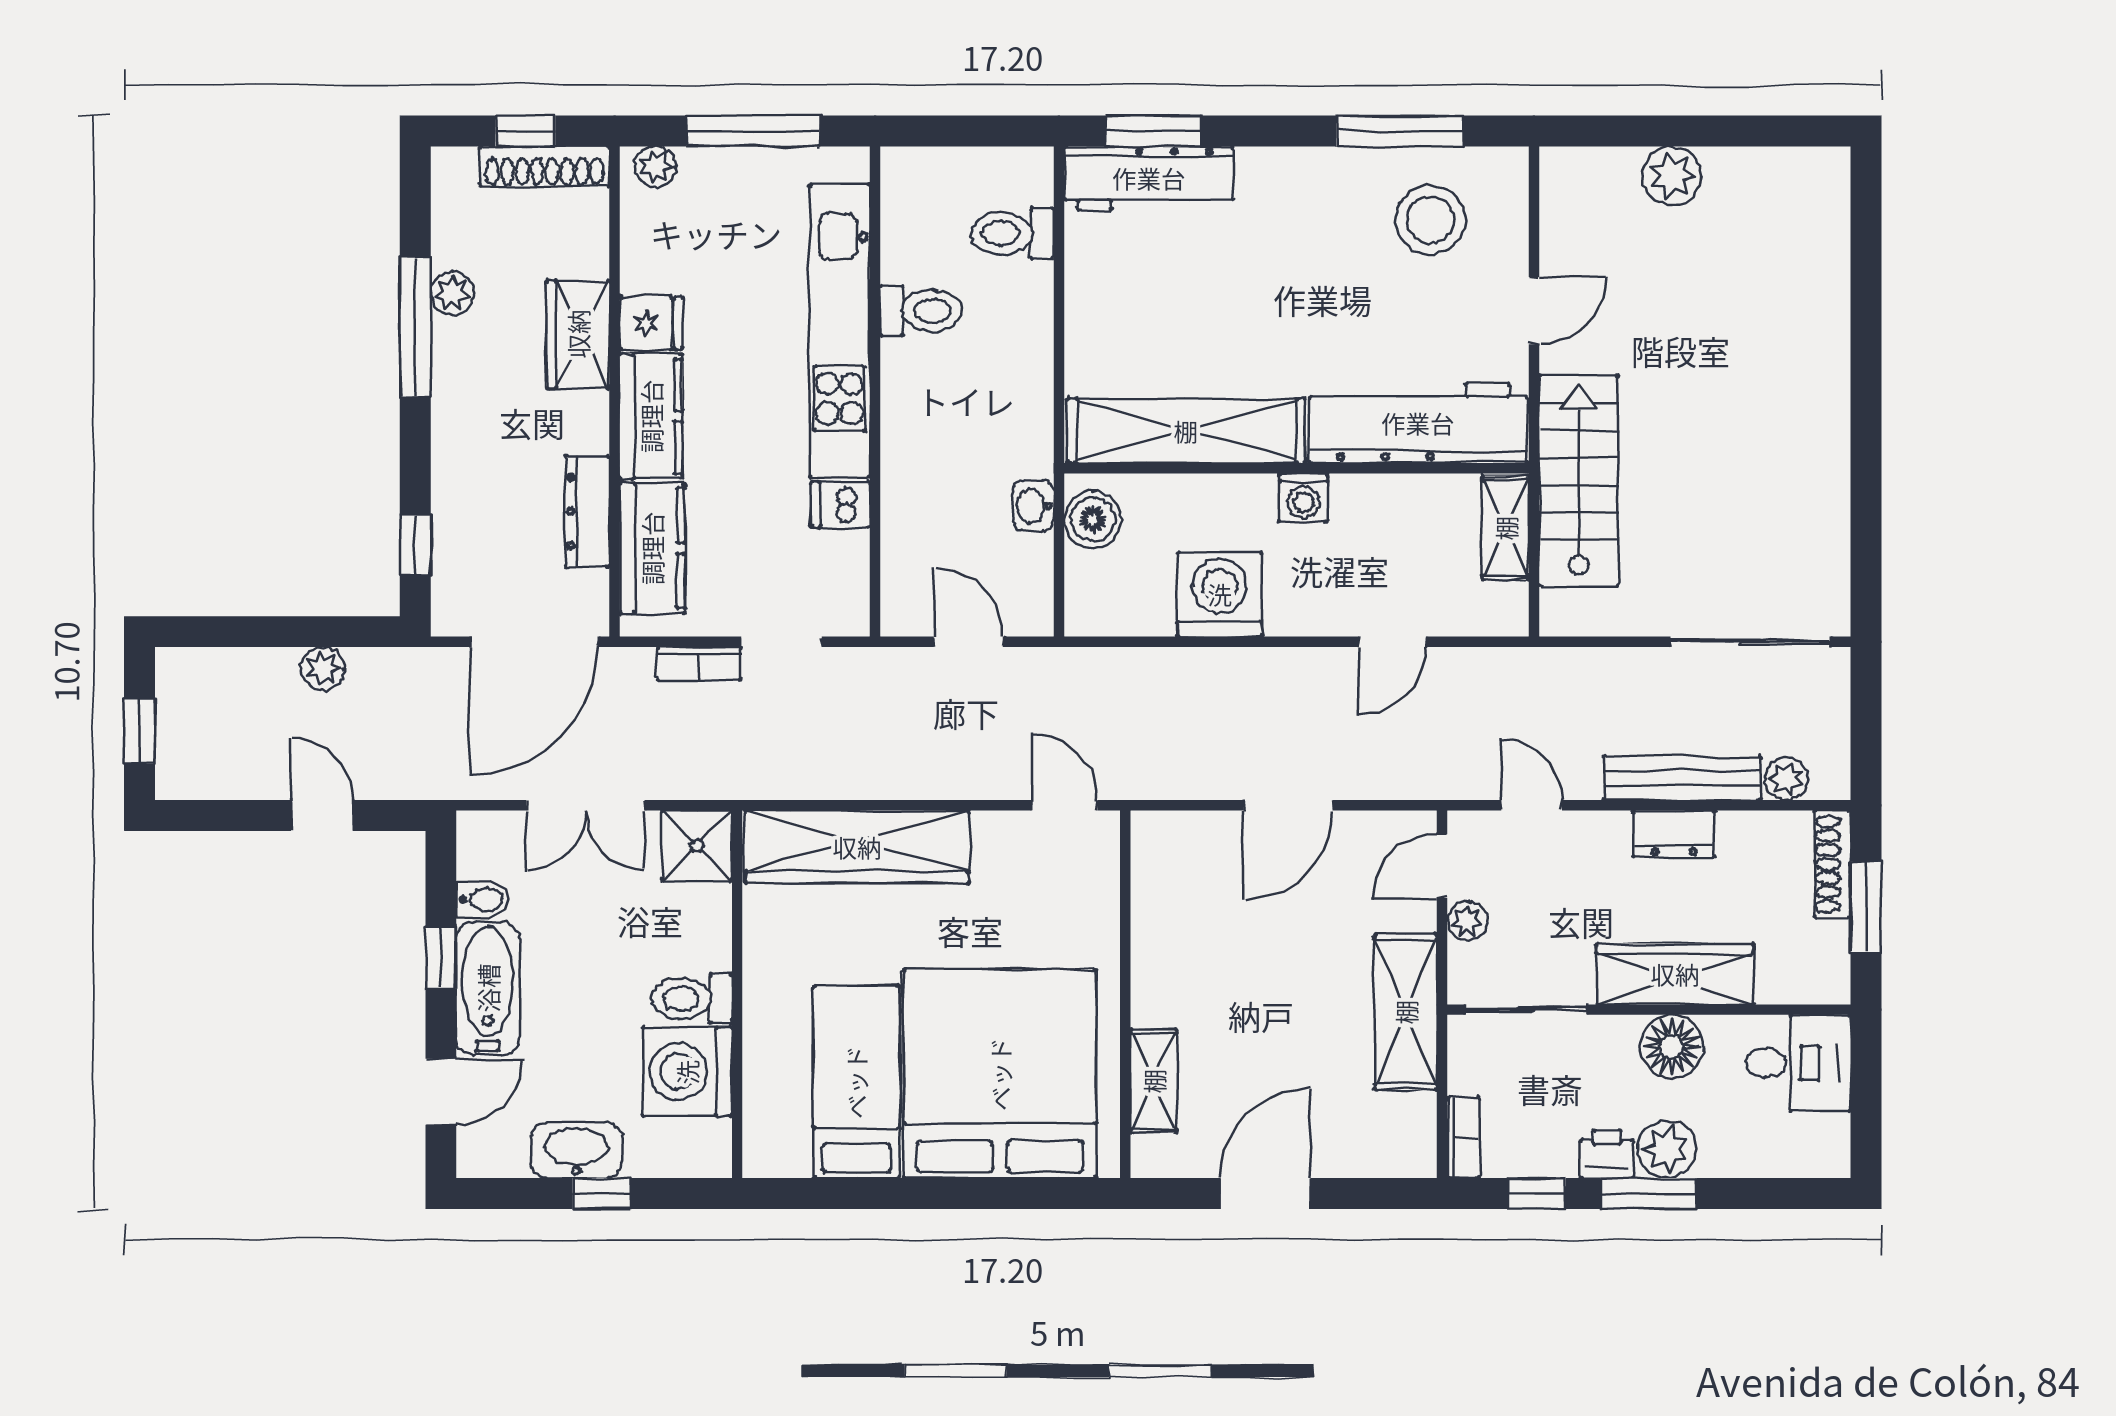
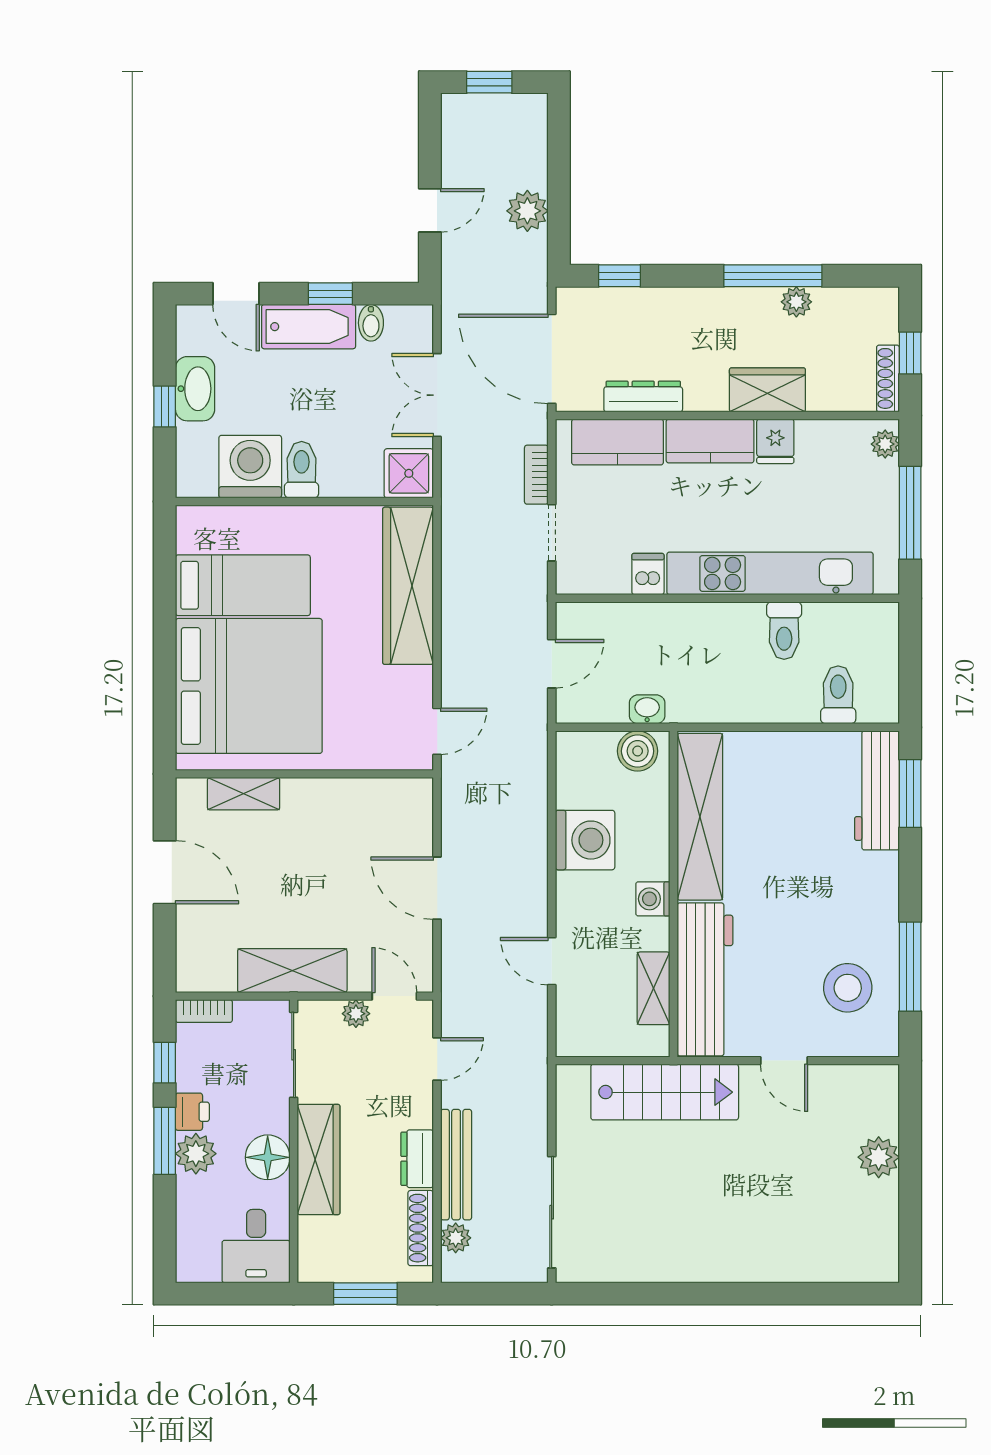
shoe rack: (545, 166) -> (888, 378), width x0.74, depth x0.81
shelving: (1506, 528) -> (654, 988), moved, turned 90
plant: (323, 668) -> (527, 211), width x1.38, depth x1.38
shoe rack: (1832, 864) -> (421, 1228), moved, turned -90

